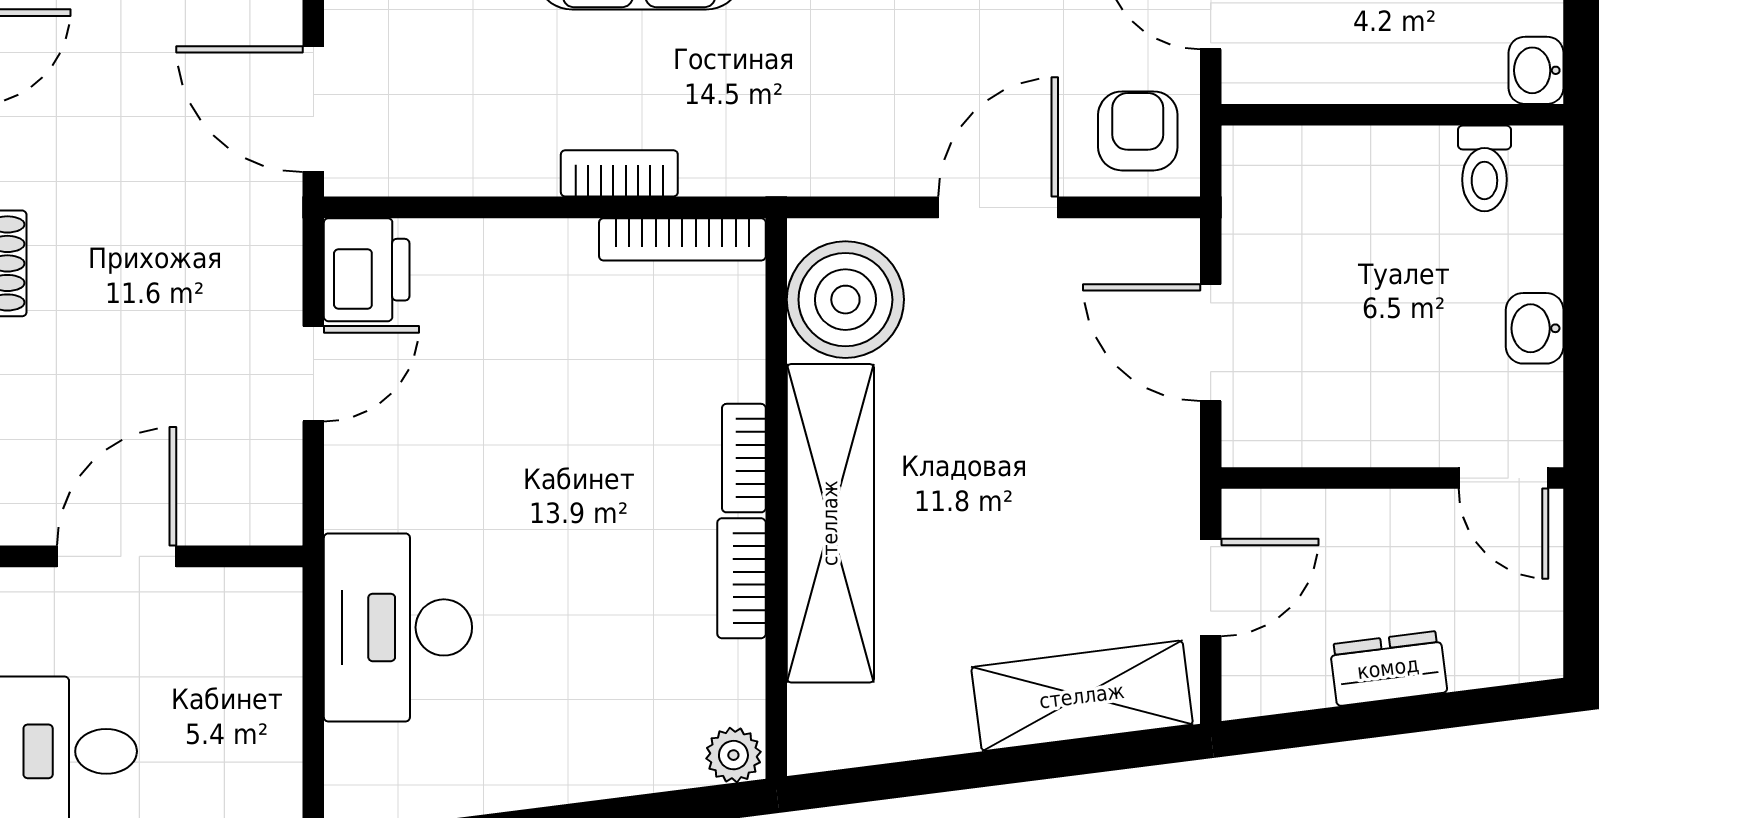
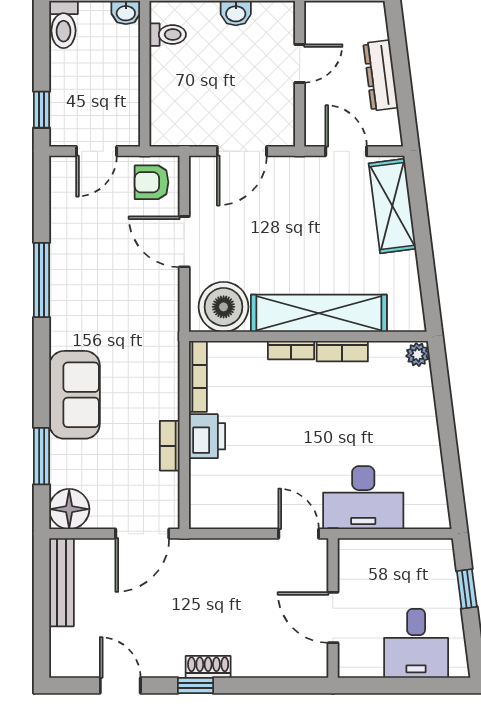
bookcase: (619, 173) -> (170, 446), moved
printer: (367, 270) -> (207, 436), moved, turned 90
door: (313, 374) -> (299, 534), moved
door: (1504, 478) -> (300, 63), moved
dresser: (1388, 668) -> (381, 75), width x1.44

